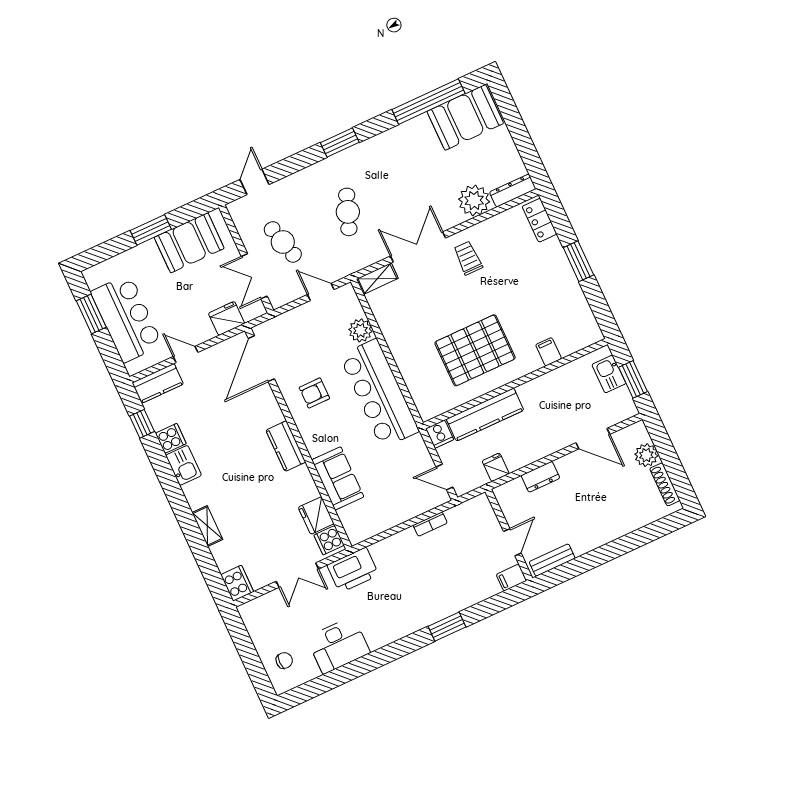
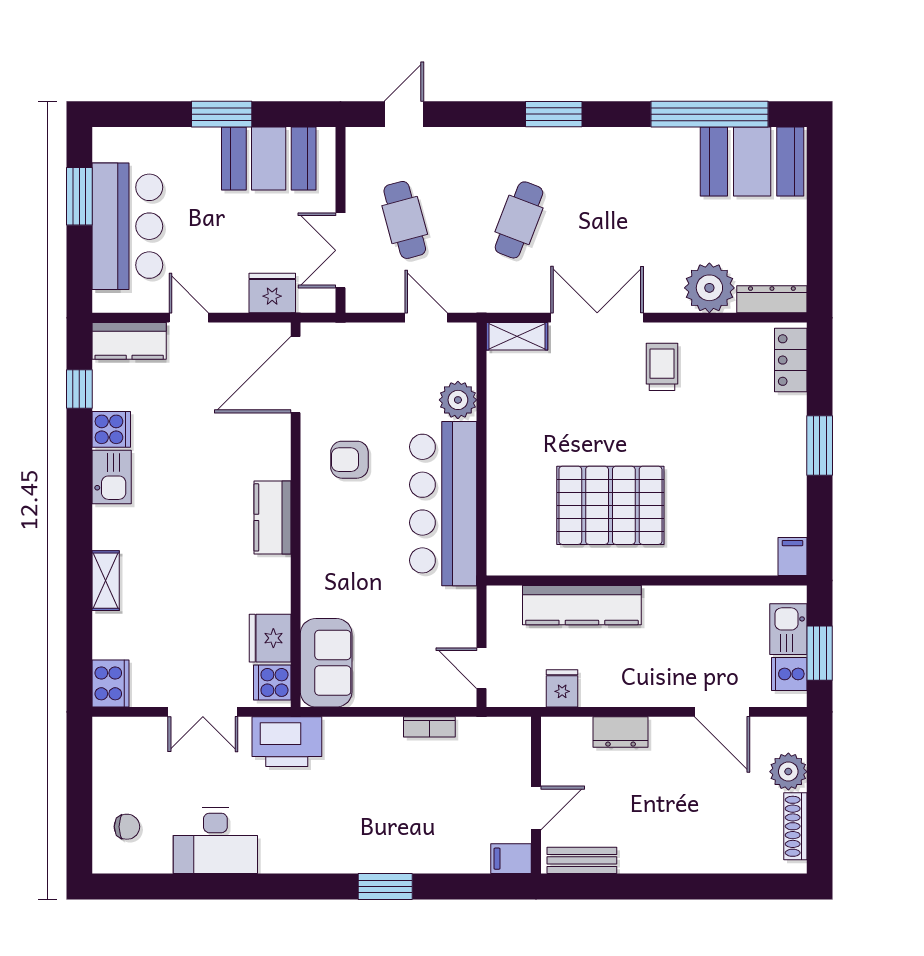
filing cabinet: (549, 352) -> (792, 557), moved
cooker: (440, 434) -> (789, 674), moved, turned 90
sofa: (338, 478) -> (326, 663), moved

